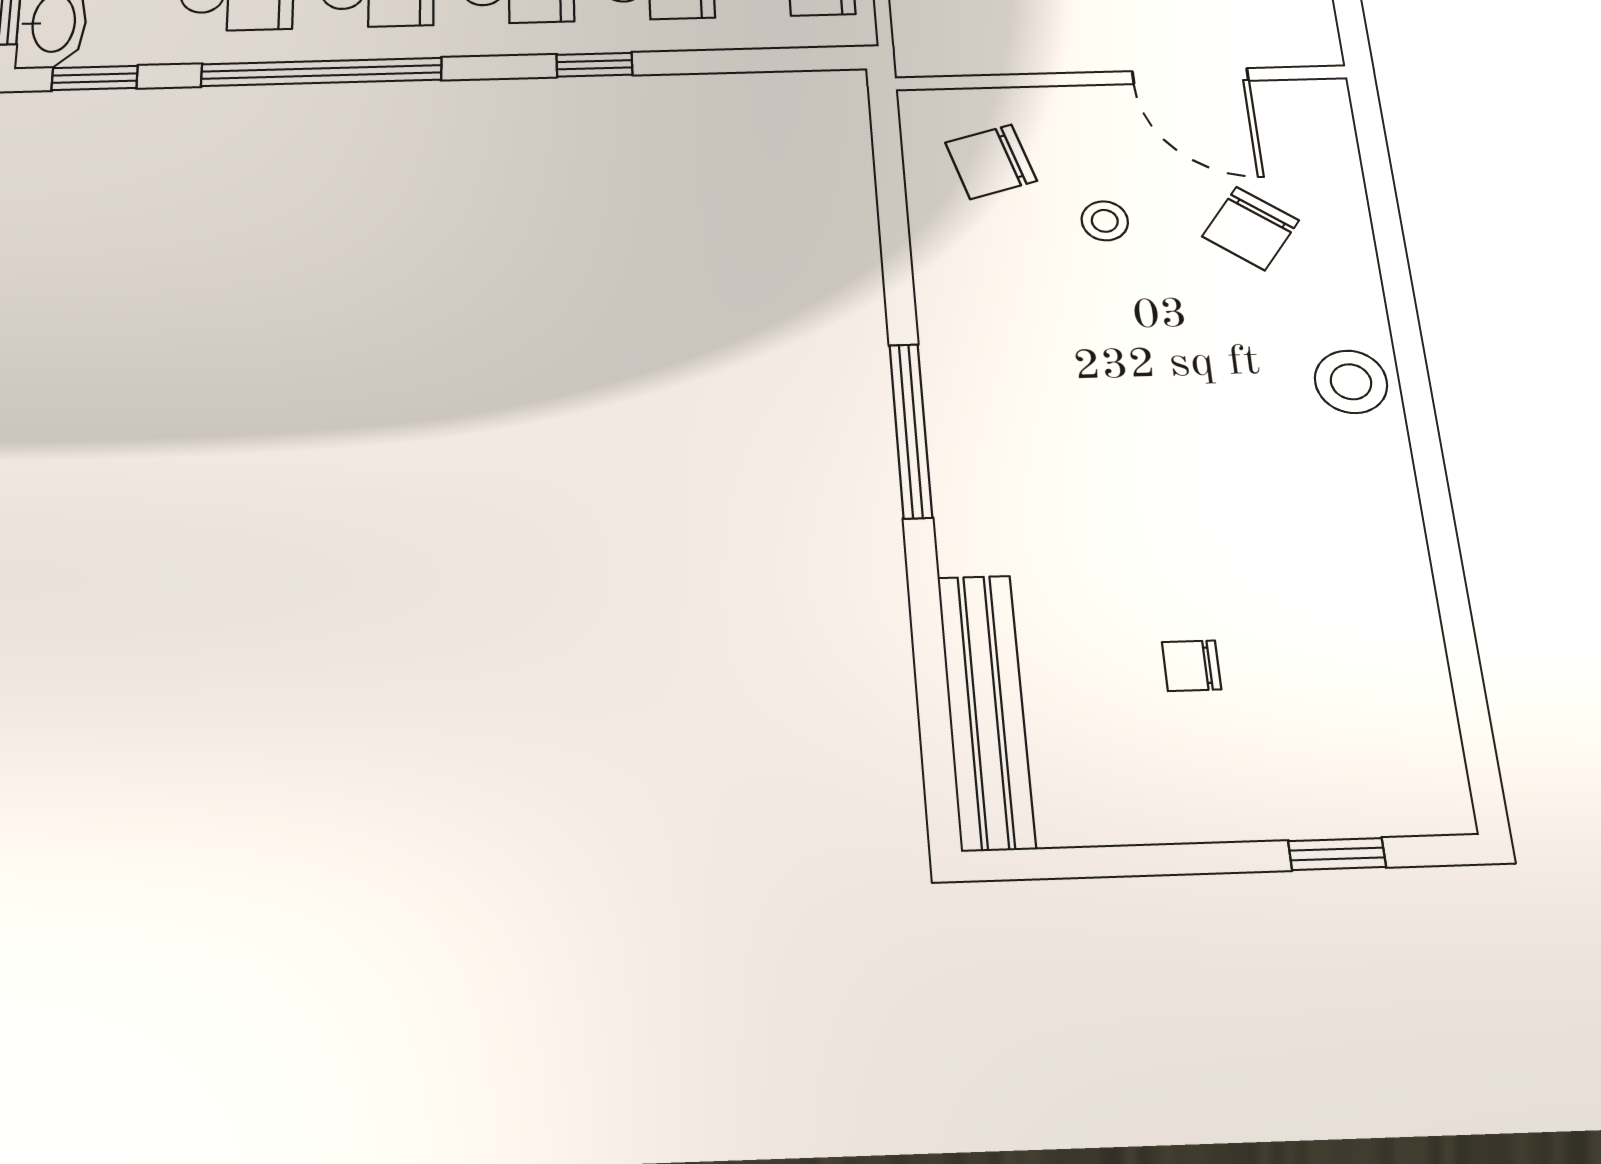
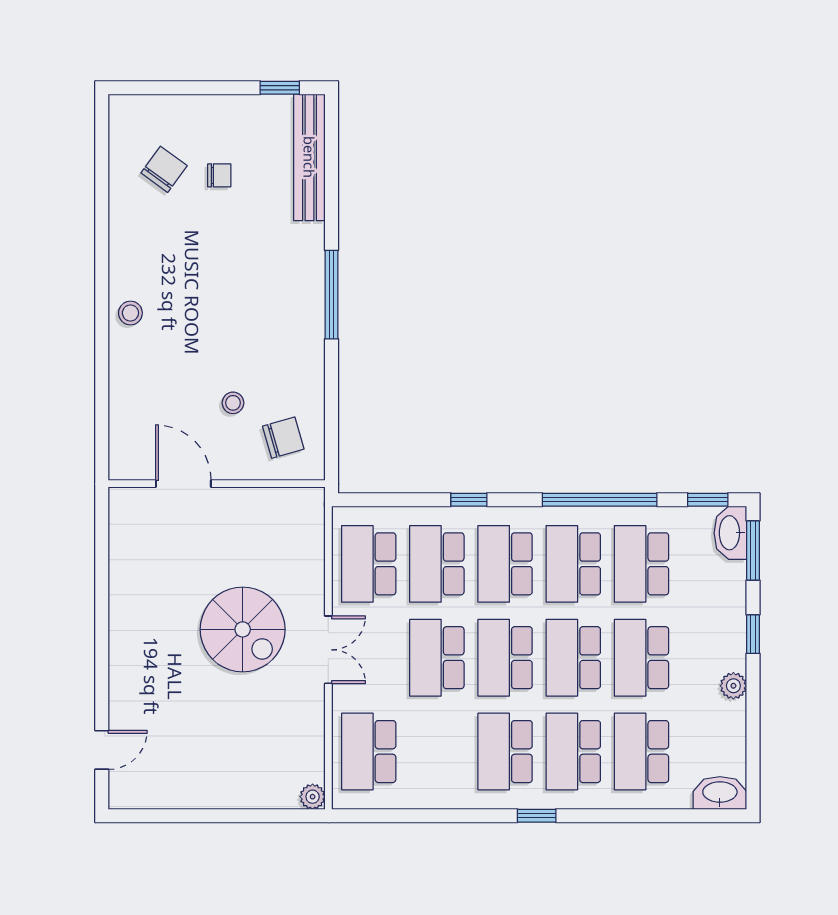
chair: (1251, 228) -> (164, 169), moved
stool: (1351, 382) -> (130, 313), width x0.73, depth x0.73
window: (1337, 854) -> (280, 88), moved

